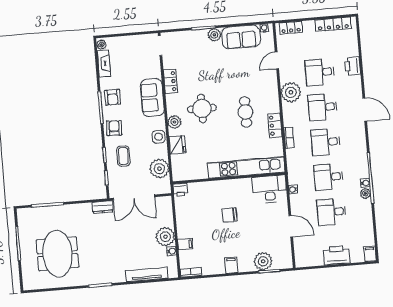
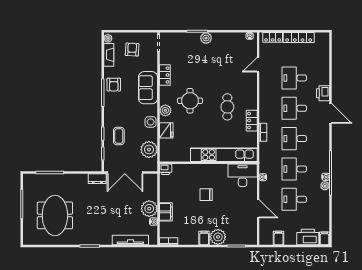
locker: (333, 24) -> (299, 38), moved
sofa: (241, 37) -> (229, 42), removed
printer: (352, 66) -> (323, 93), moved
plant: (291, 92) -> (268, 93), removed
armchair: (114, 128) -> (132, 50), moved
filing cabinet: (185, 244) -> (166, 212), width x2.00
printer: (337, 255) -> (308, 237), moved
filing cabinet: (317, 258) -> (279, 238), added
plant: (263, 261) -> (218, 237), moved

